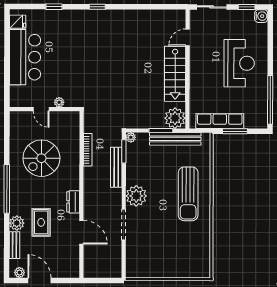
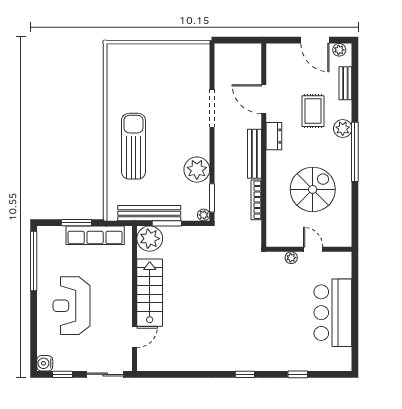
fridge: (18, 22) -> (342, 356), removed
bench: (116, 167) -> (254, 154), moved
plant: (136, 196) -> (197, 170), moved
plant: (17, 223) -> (343, 129), moved

